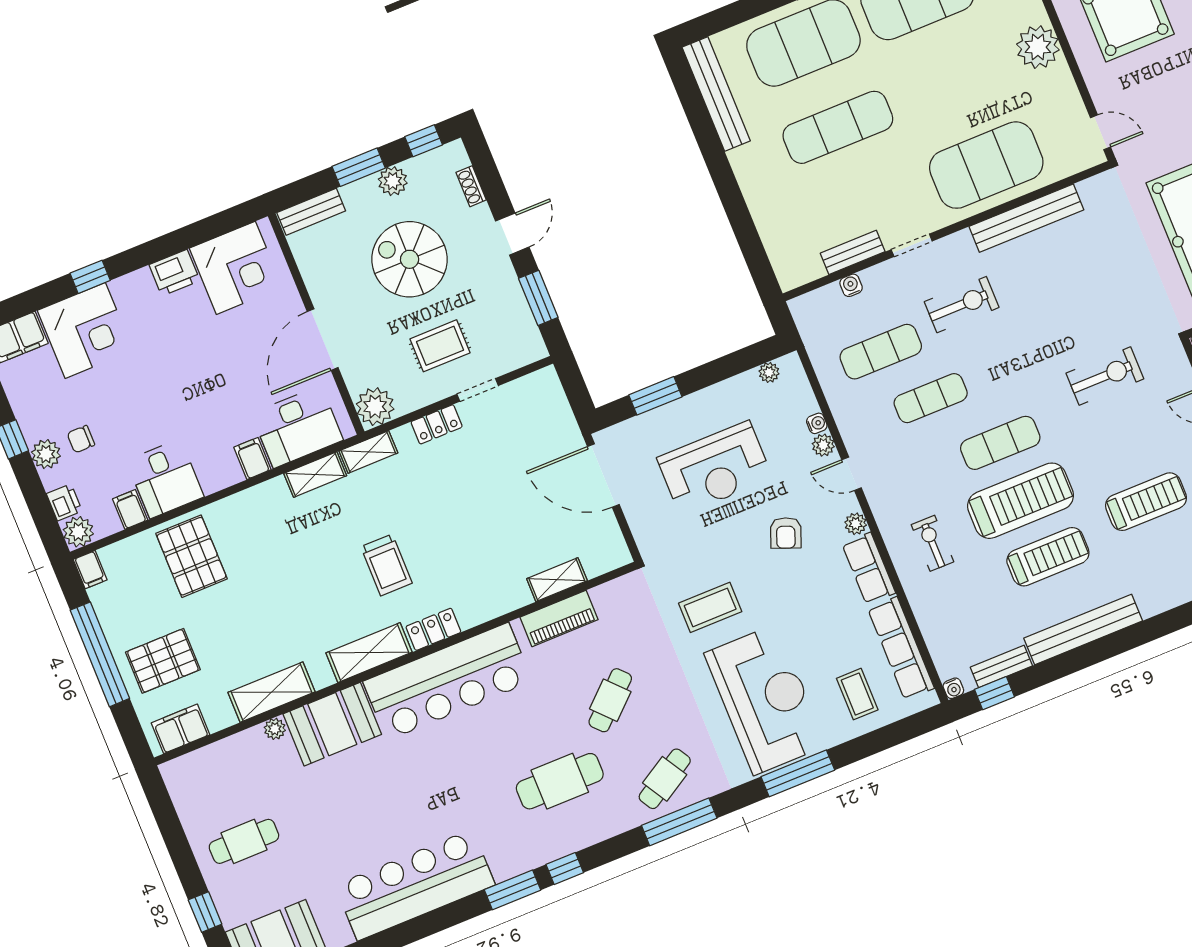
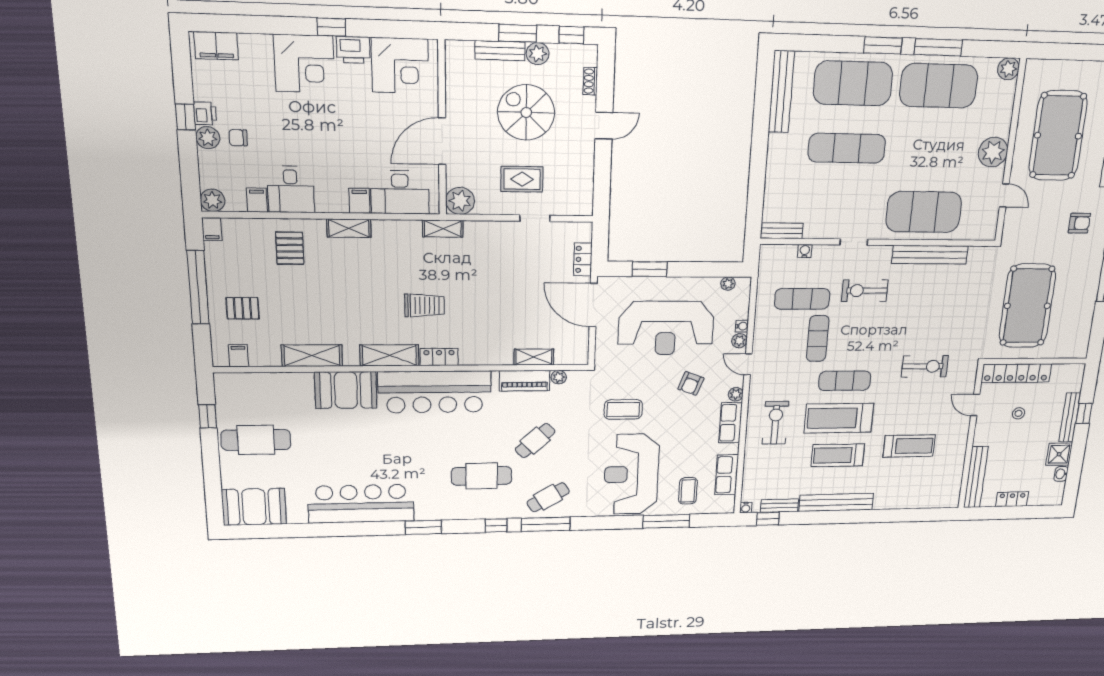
door: (1101, 132) -> (1004, 195), moved
bench: (311, 212) -> (500, 51), moved
bench: (853, 252) -> (782, 231), moved
window: (90, 277) -> (331, 27), moved
window: (538, 298) -> (602, 175), removed
exercise bike: (962, 305) -> (865, 291), turned 180
corner desk: (85, 330) -> (304, 64), moved
exercise mat: (931, 398) -> (818, 339), turned 90
locker: (437, 424) -> (583, 259), moved, turned 90
reception desk: (715, 468) -> (666, 328), width x1.36, depth x1.30
shelving: (315, 475) -> (349, 228), moved
treadmill: (1021, 501) -> (839, 418), turned 180
printer: (64, 502) -> (205, 113), moved
exercise bike: (932, 543) -> (775, 423), width x1.38, depth x1.39
pallet: (192, 556) -> (290, 248), width x0.67, depth x0.71
treadmill: (1048, 557) -> (838, 455), turned 180
trolley: (386, 565) -> (424, 305), turned -90
row of seats: (901, 648) -> (727, 475), width x0.68
pallet: (163, 661) -> (243, 308), width x0.67, depth x0.71
reception desk: (765, 700) -> (631, 474), turned 180
filing cabinet: (181, 729) -> (238, 356), width x0.50
plant: (275, 729) -> (559, 377), moved
window: (798, 773) -> (666, 521), moved
cafe table: (244, 841) -> (256, 440), width x1.37, depth x1.35
window: (565, 869) -> (496, 526), moved
window: (205, 912) -> (208, 416), moved

